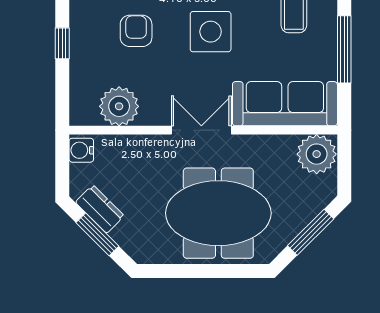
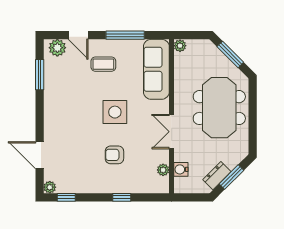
plant: (119, 106) -> (163, 170), width x0.53, depth x0.53
double door: (201, 130) -> (172, 132), moved
water cooler: (81, 150) -> (181, 169), moved, turned 90
plant: (317, 154) -> (180, 46), width x0.53, depth x0.53

